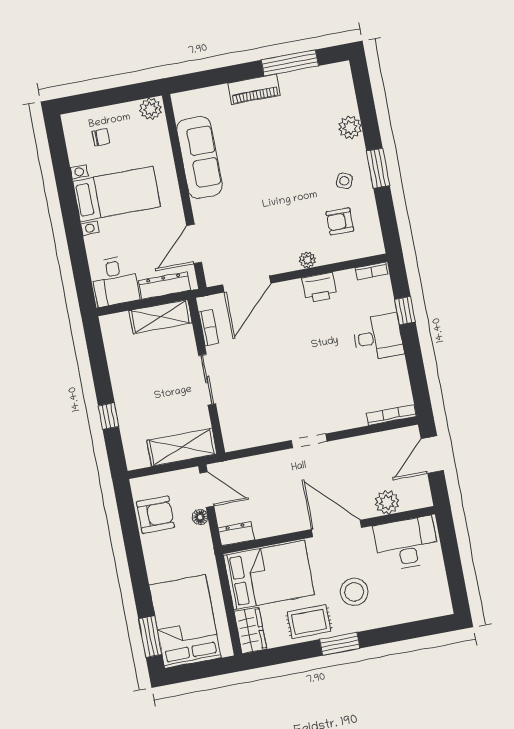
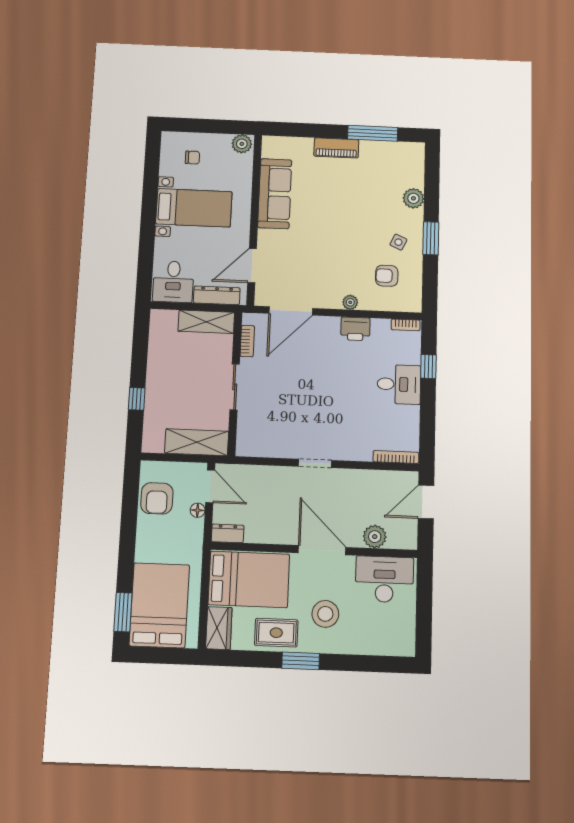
armchair: (155, 515) -> (157, 498), turned 90

